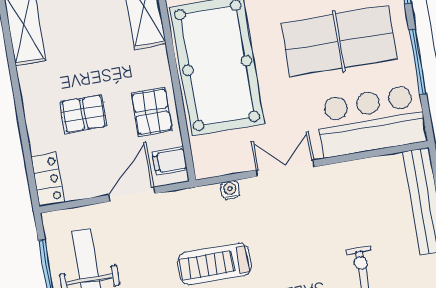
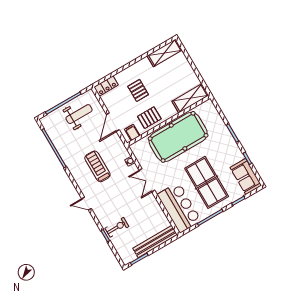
double door: (285, 168) -> (147, 180), swing flipped
door: (131, 194) -> (113, 122), swing flipped

